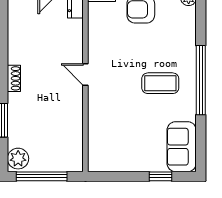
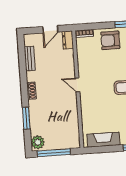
bench: (15, 29) -> (30, 59), added
fireplace: (120, 162) -> (103, 140), added

